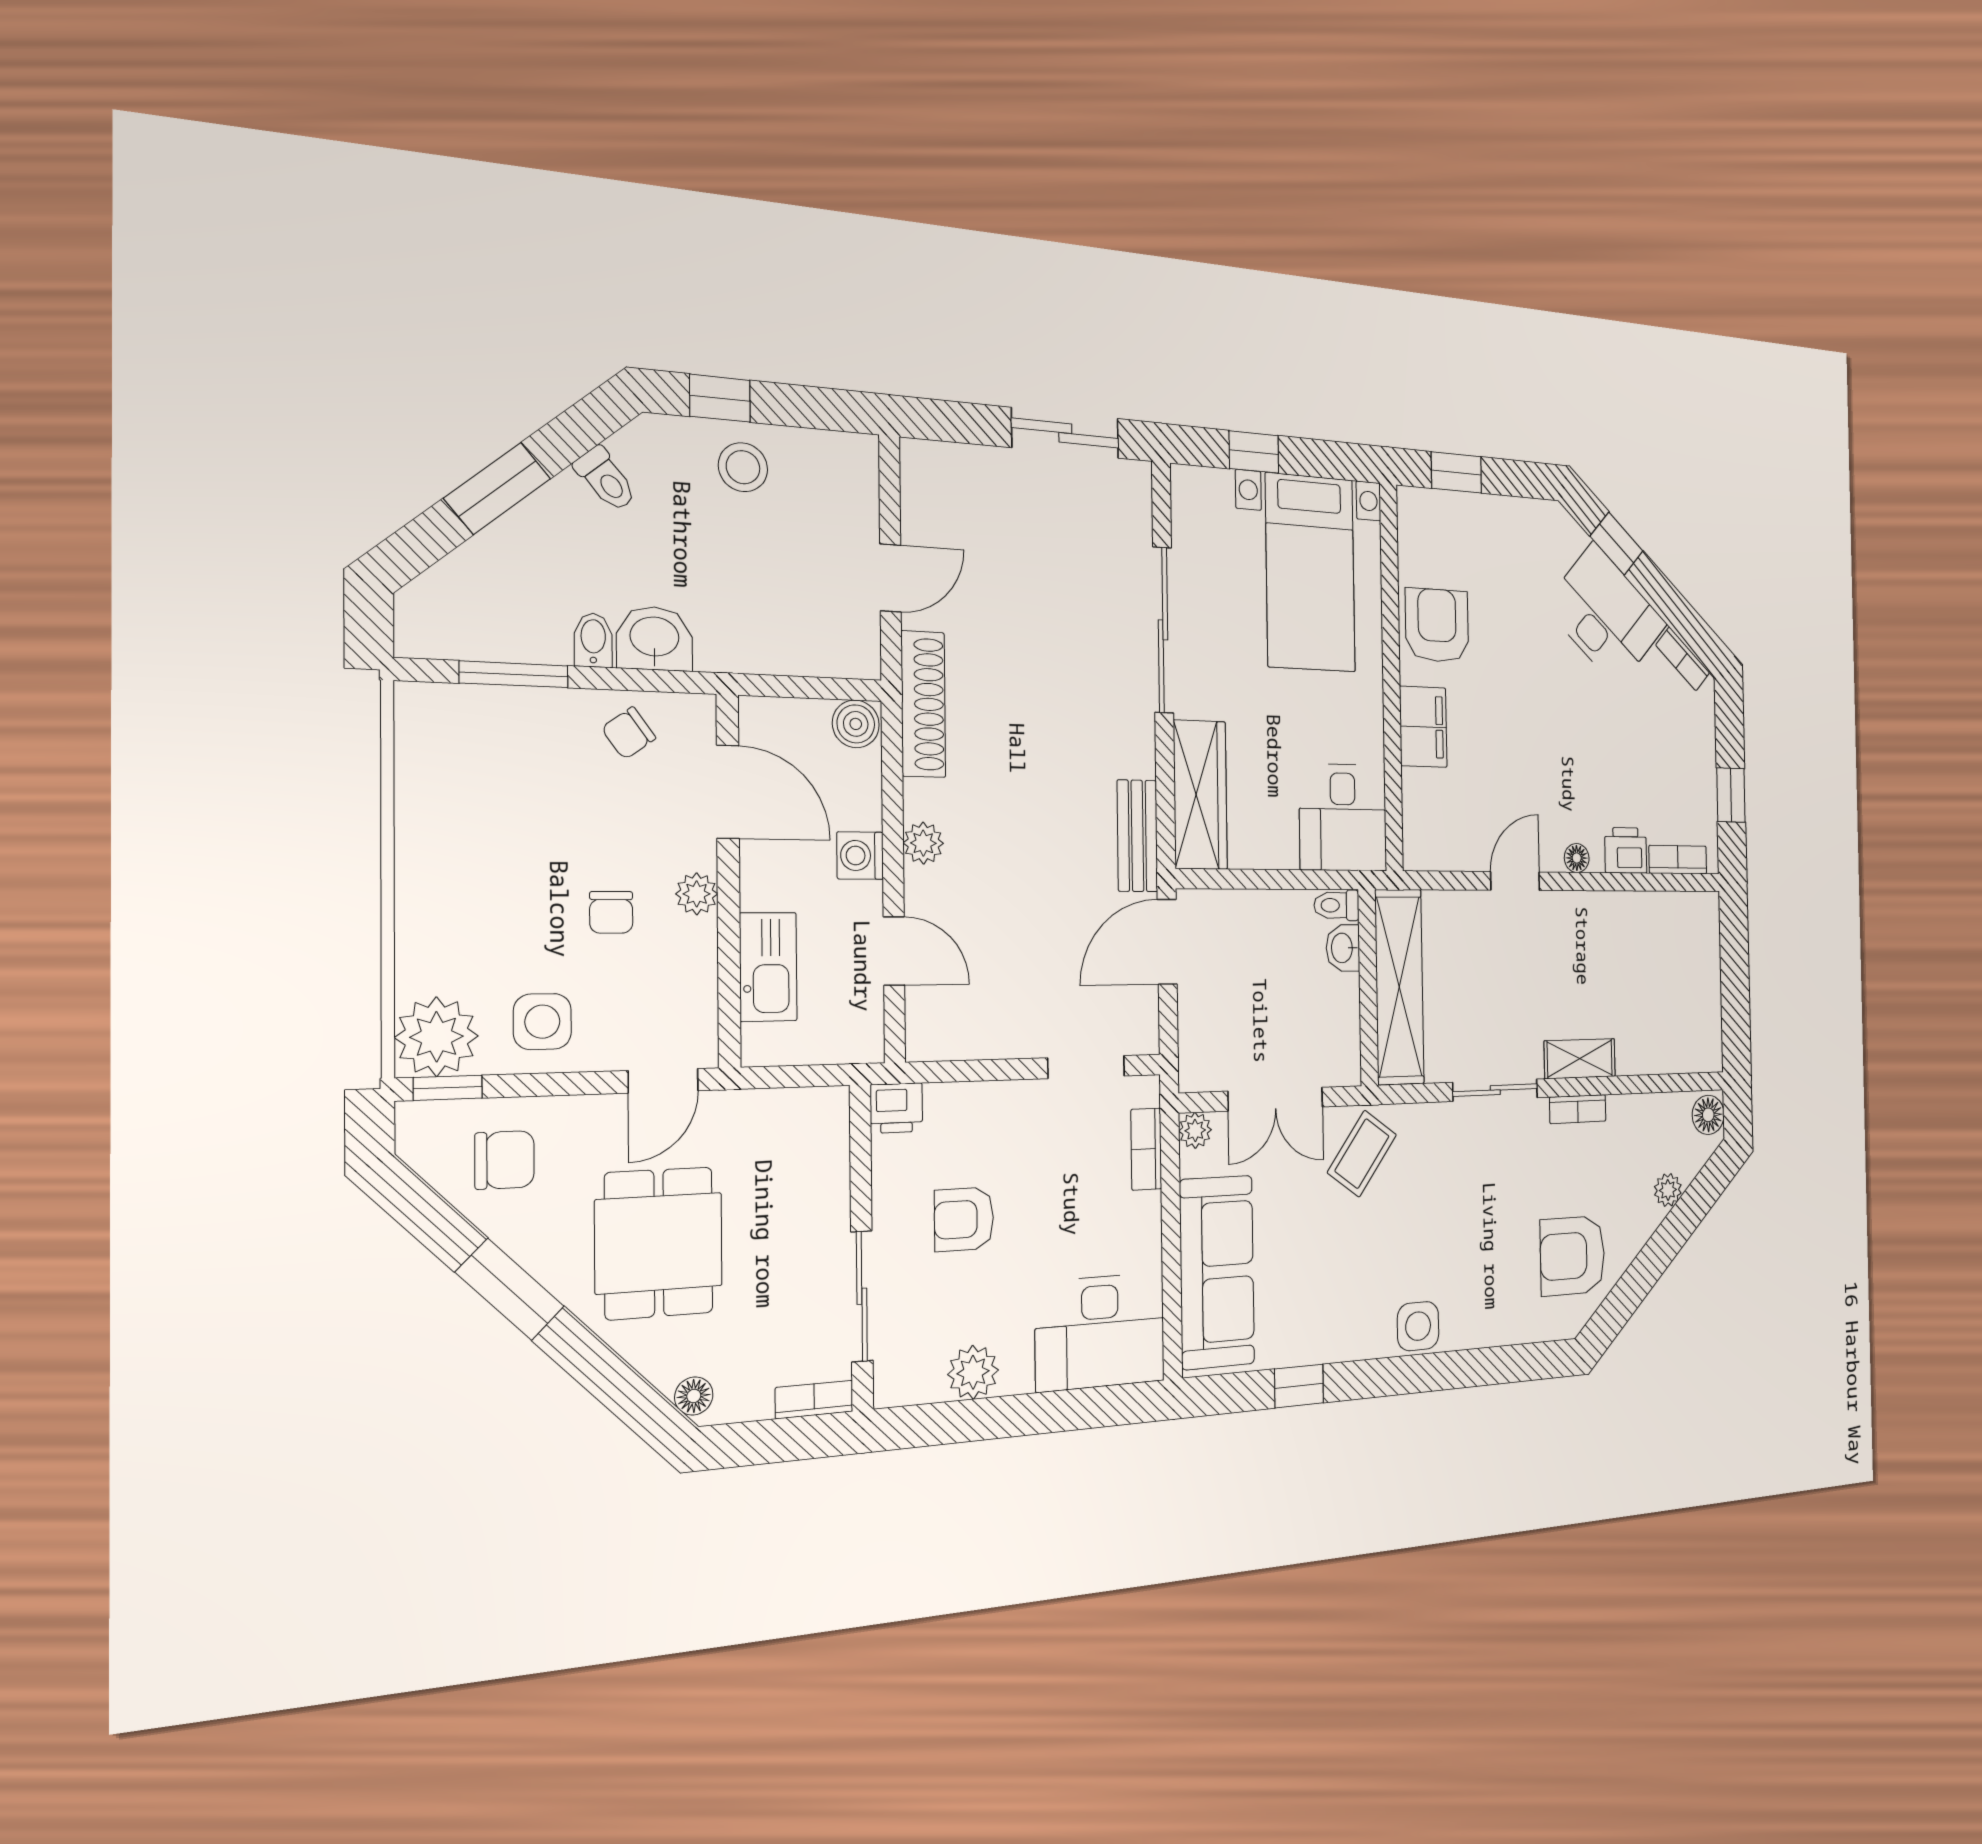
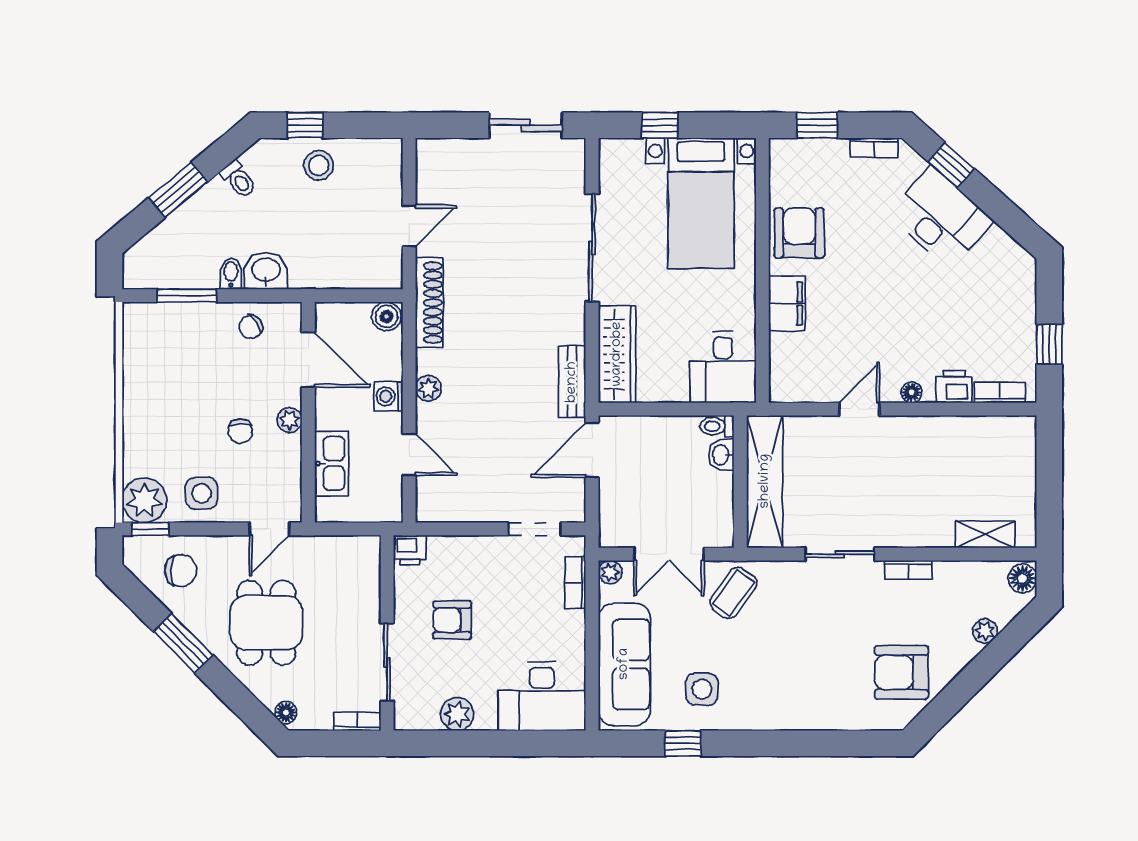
bookcase: (1683, 659) -> (874, 147), moved, turned -42
shelving: (1580, 1059) -> (985, 534), moved
side table: (1418, 1326) -> (702, 689), moved

